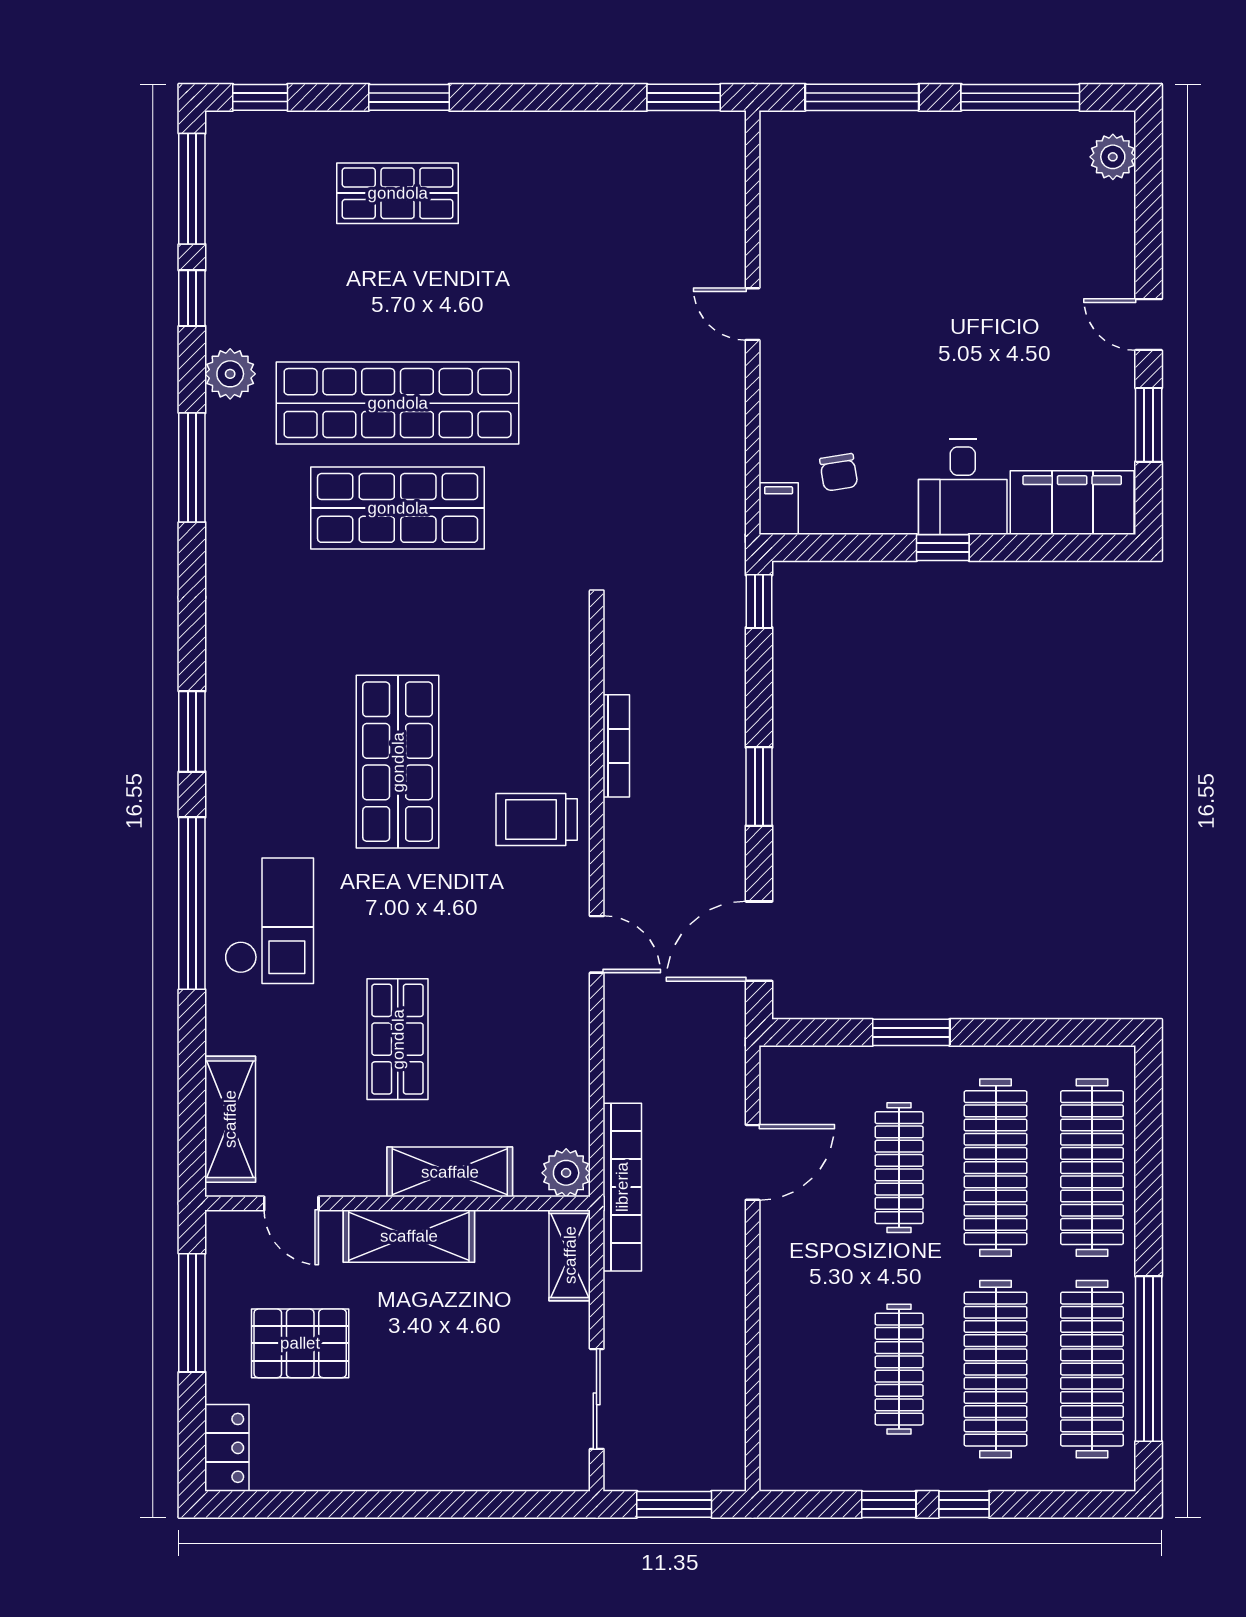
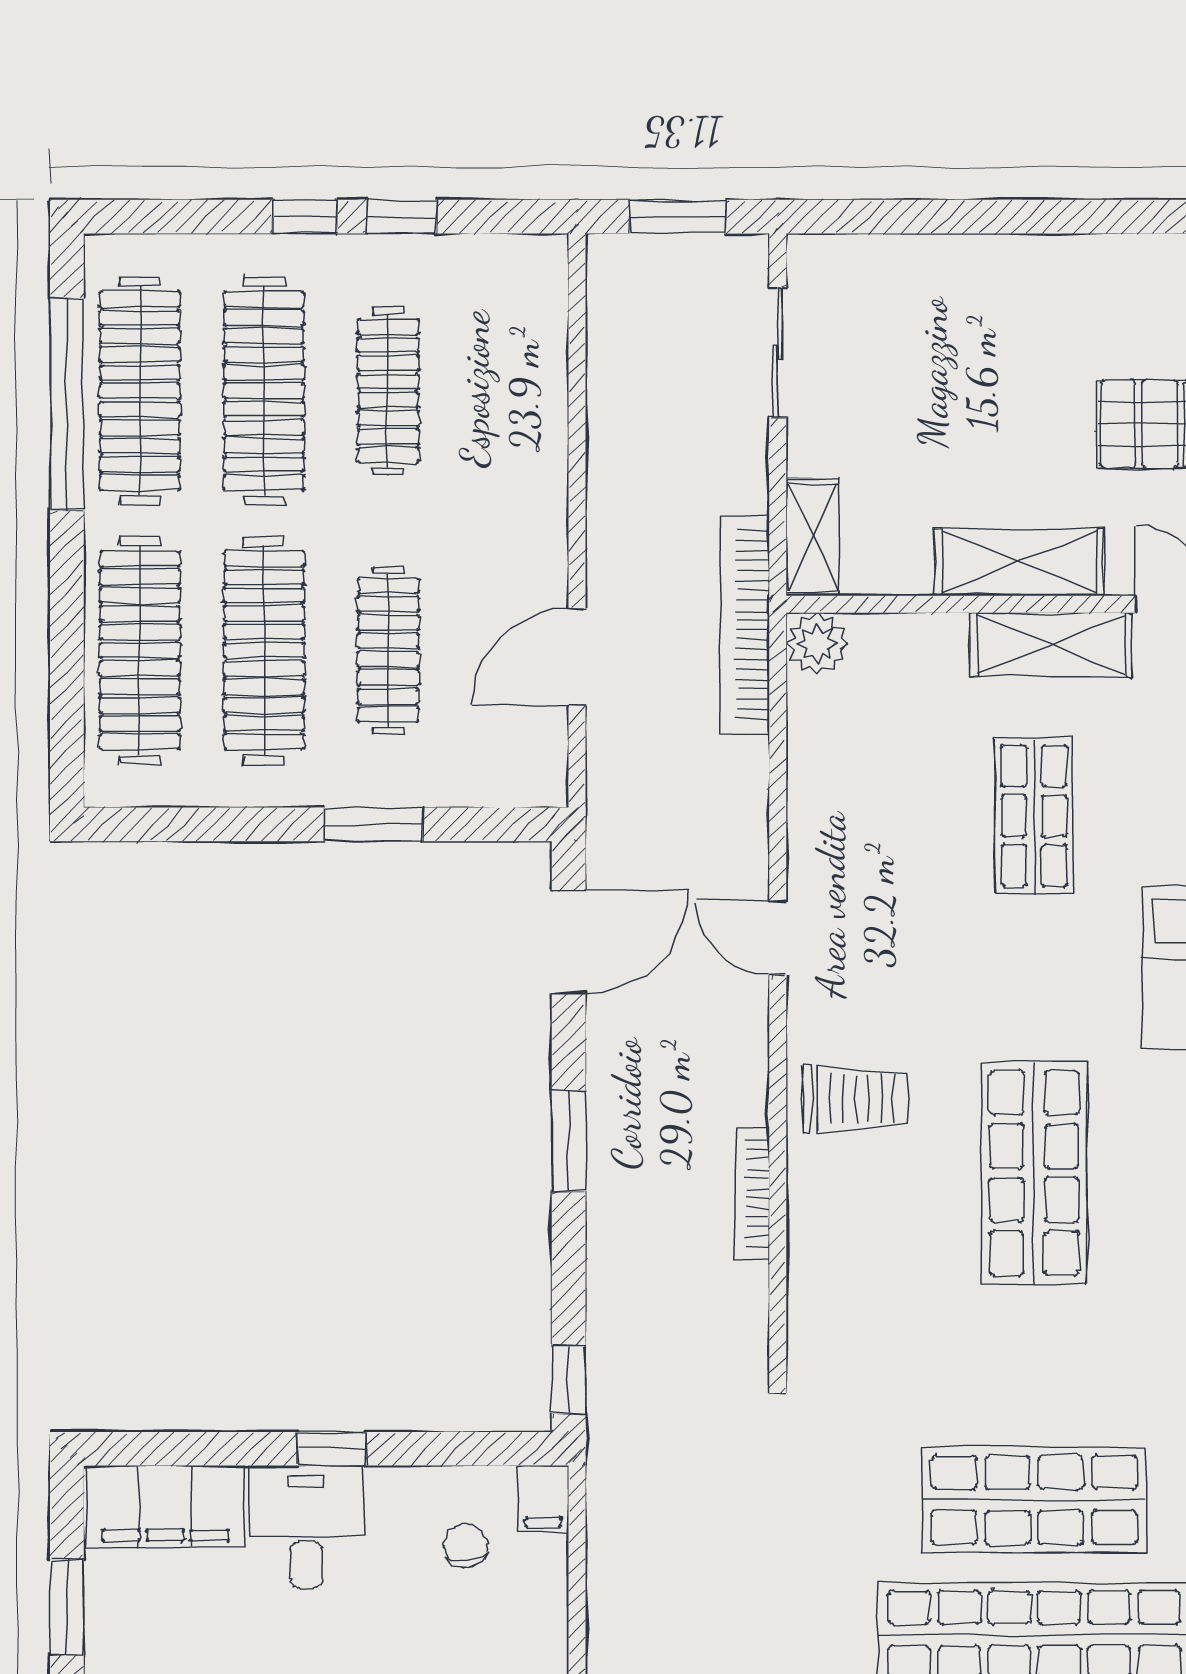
shelving: (450, 1172) -> (1051, 645), moved

